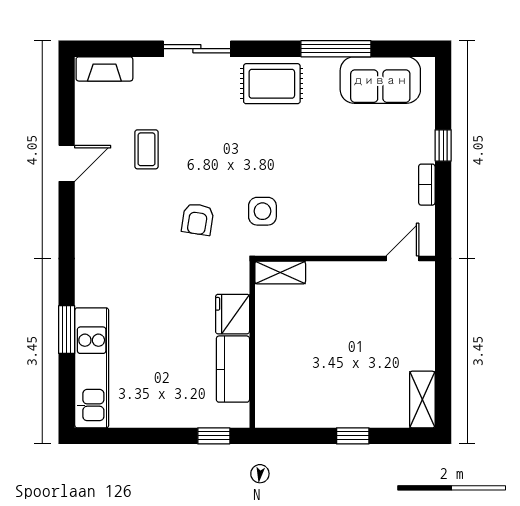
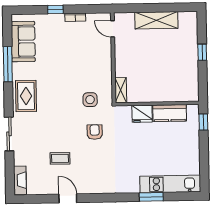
armchair: (198, 219) -> (95, 132), turned -99
shelving: (422, 400) -> (156, 20), moved, width x1.50, depth x1.33

